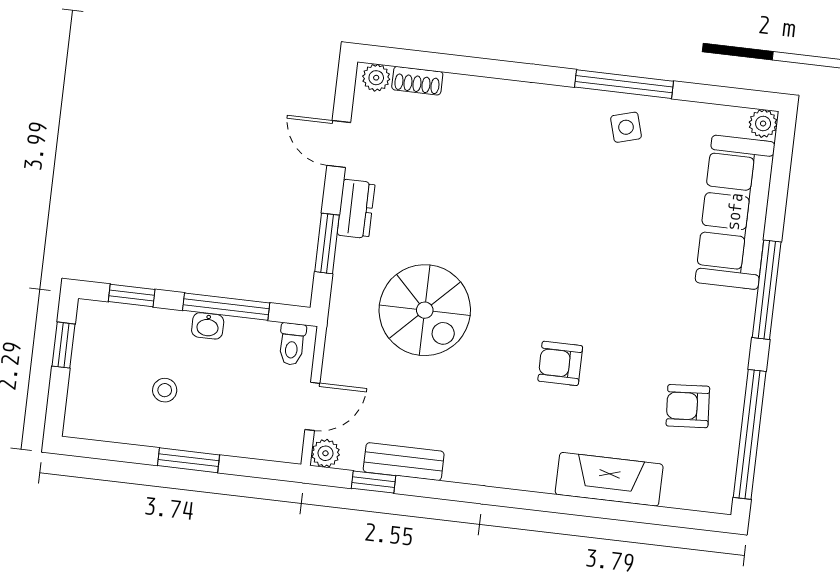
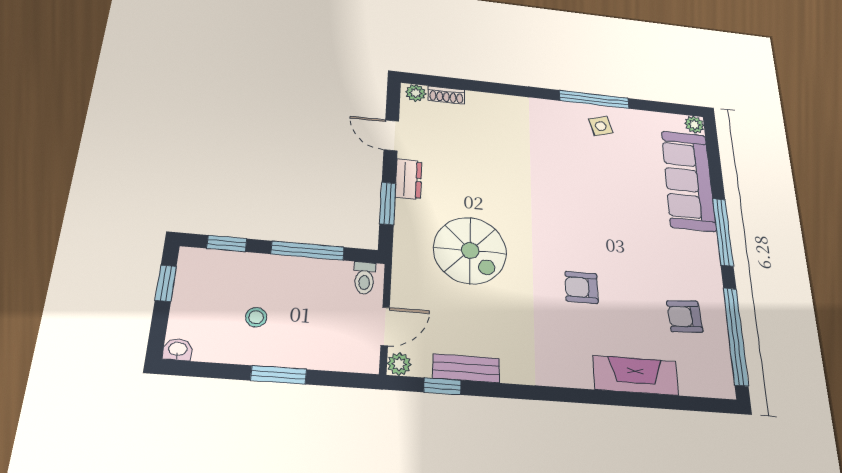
washbasin: (208, 326) -> (178, 349), moved, turned 180

